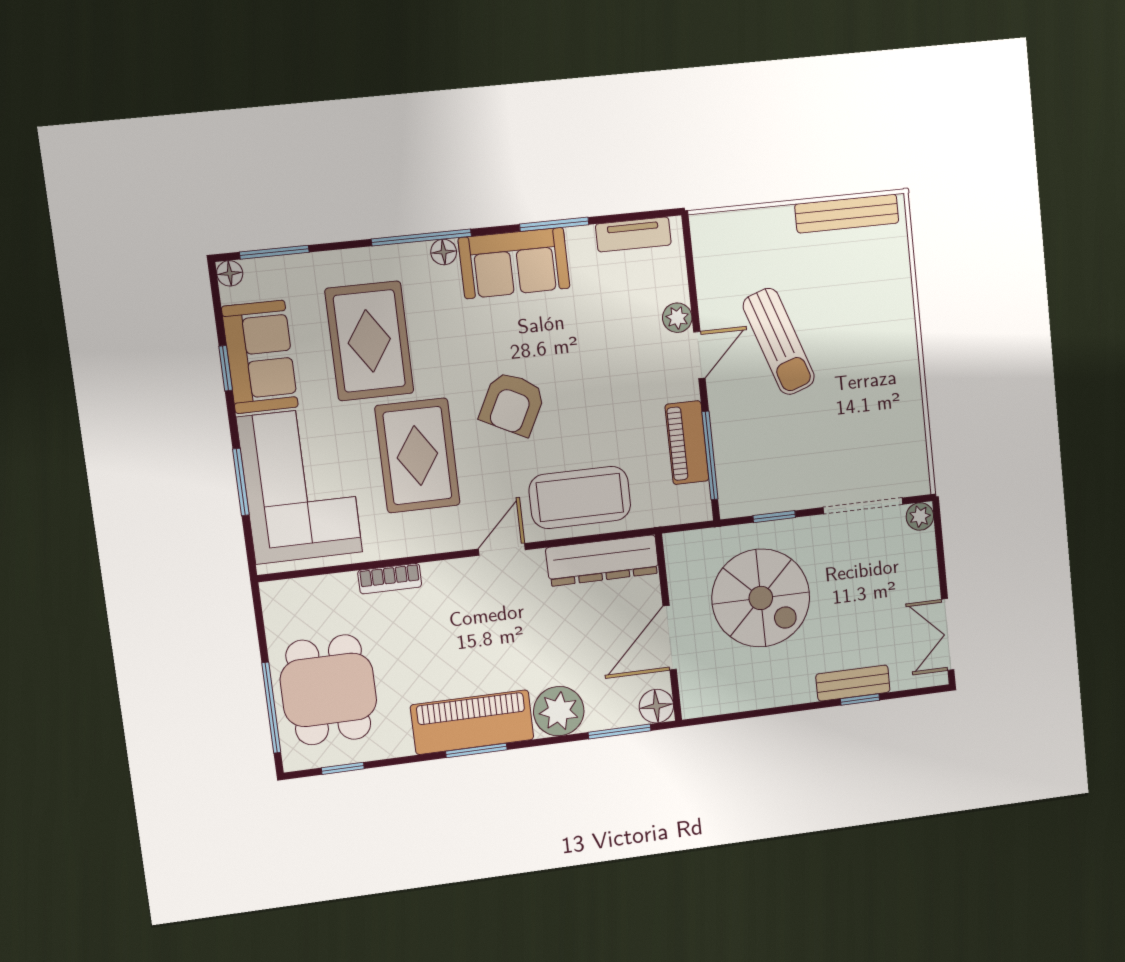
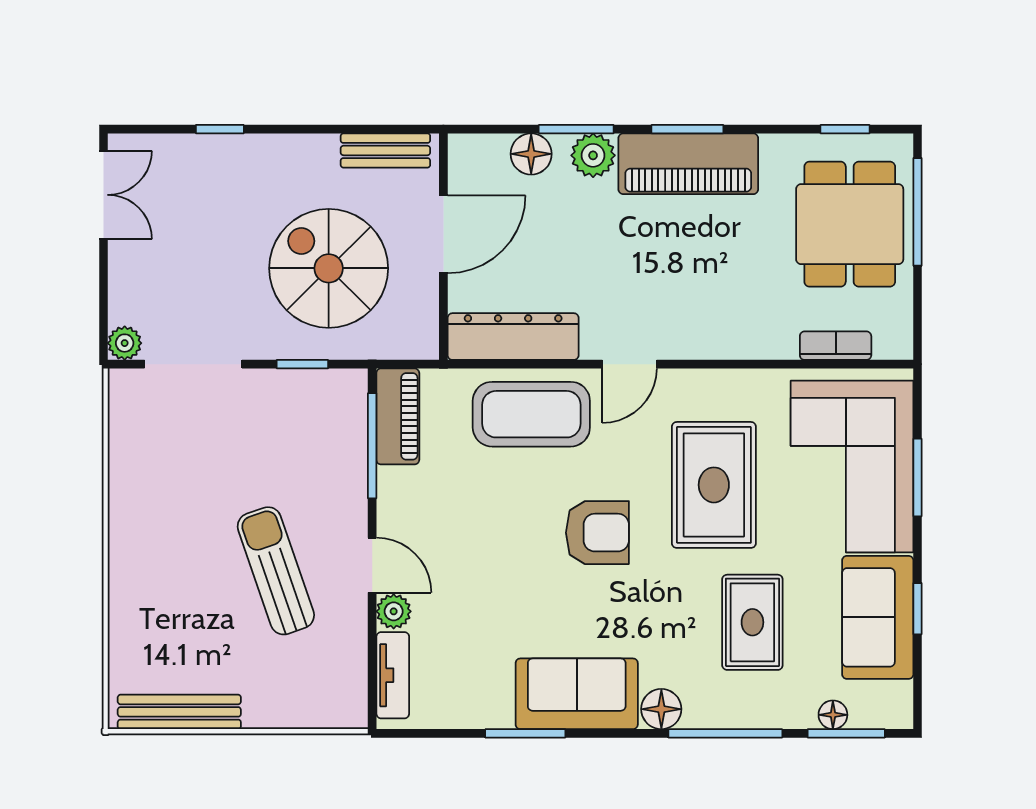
tv unit: (633, 234) -> (393, 675), moved, turned 90
window: (421, 238) -> (725, 733), moved
floor lamp: (444, 252) -> (661, 709), width x1.37, depth x1.37
floor lamp: (230, 273) -> (833, 715), moved
rug: (369, 341) -> (752, 622), width x0.73, depth x0.70
door: (699, 355) -> (372, 565), swing flipped
armchair: (512, 404) -> (597, 533), turned 63
piano: (687, 443) -> (398, 416), moved
bookcase: (390, 579) -> (836, 346), moved
bench: (853, 683) -> (385, 150), moved
floor lamp: (656, 706) -> (531, 154), moved
plant: (559, 711) -> (593, 155), width x0.73, depth x0.73
window: (619, 731) -> (576, 129), moved

